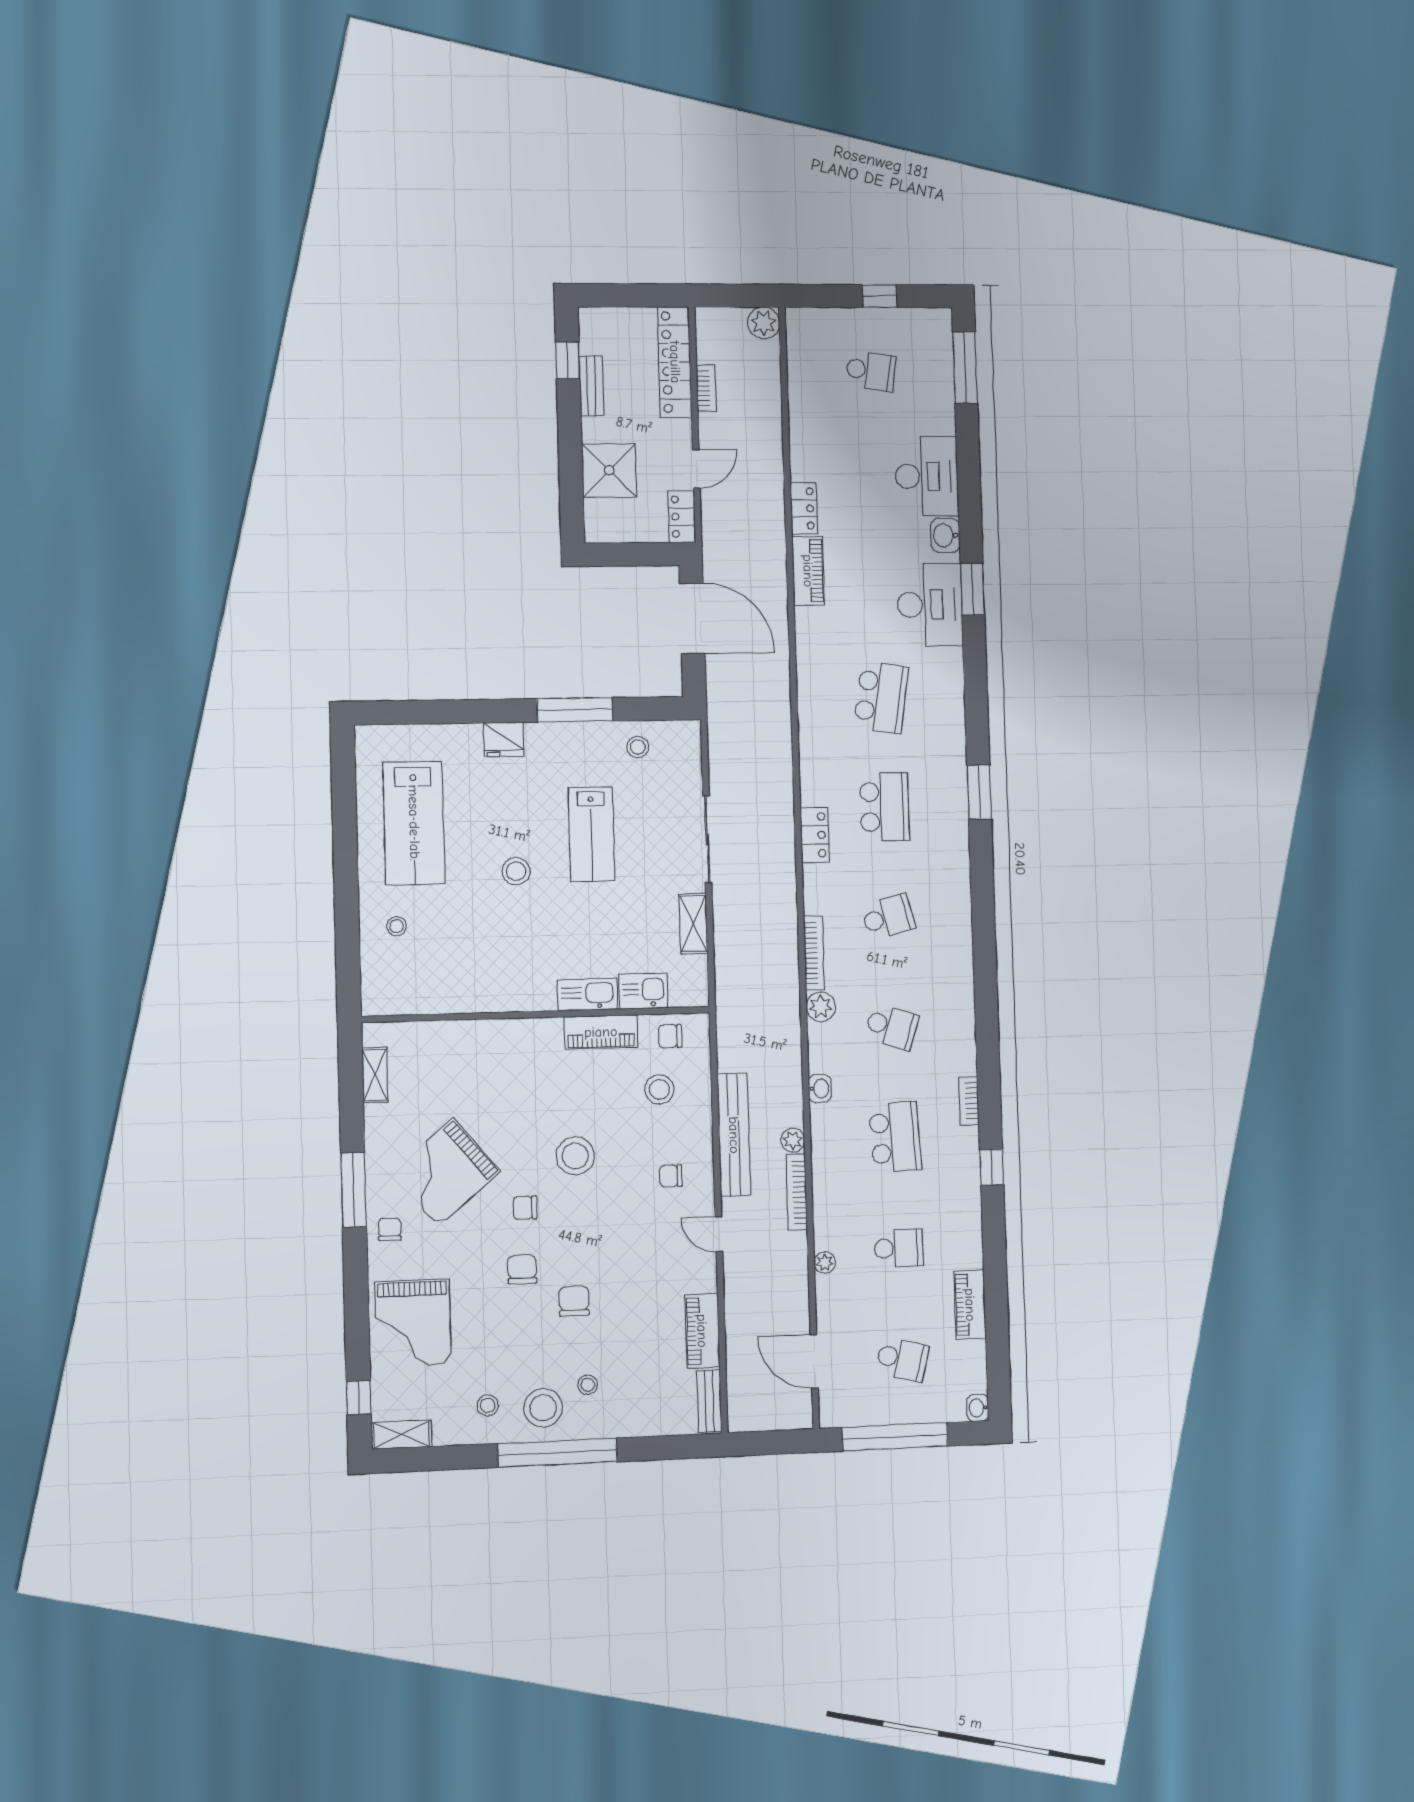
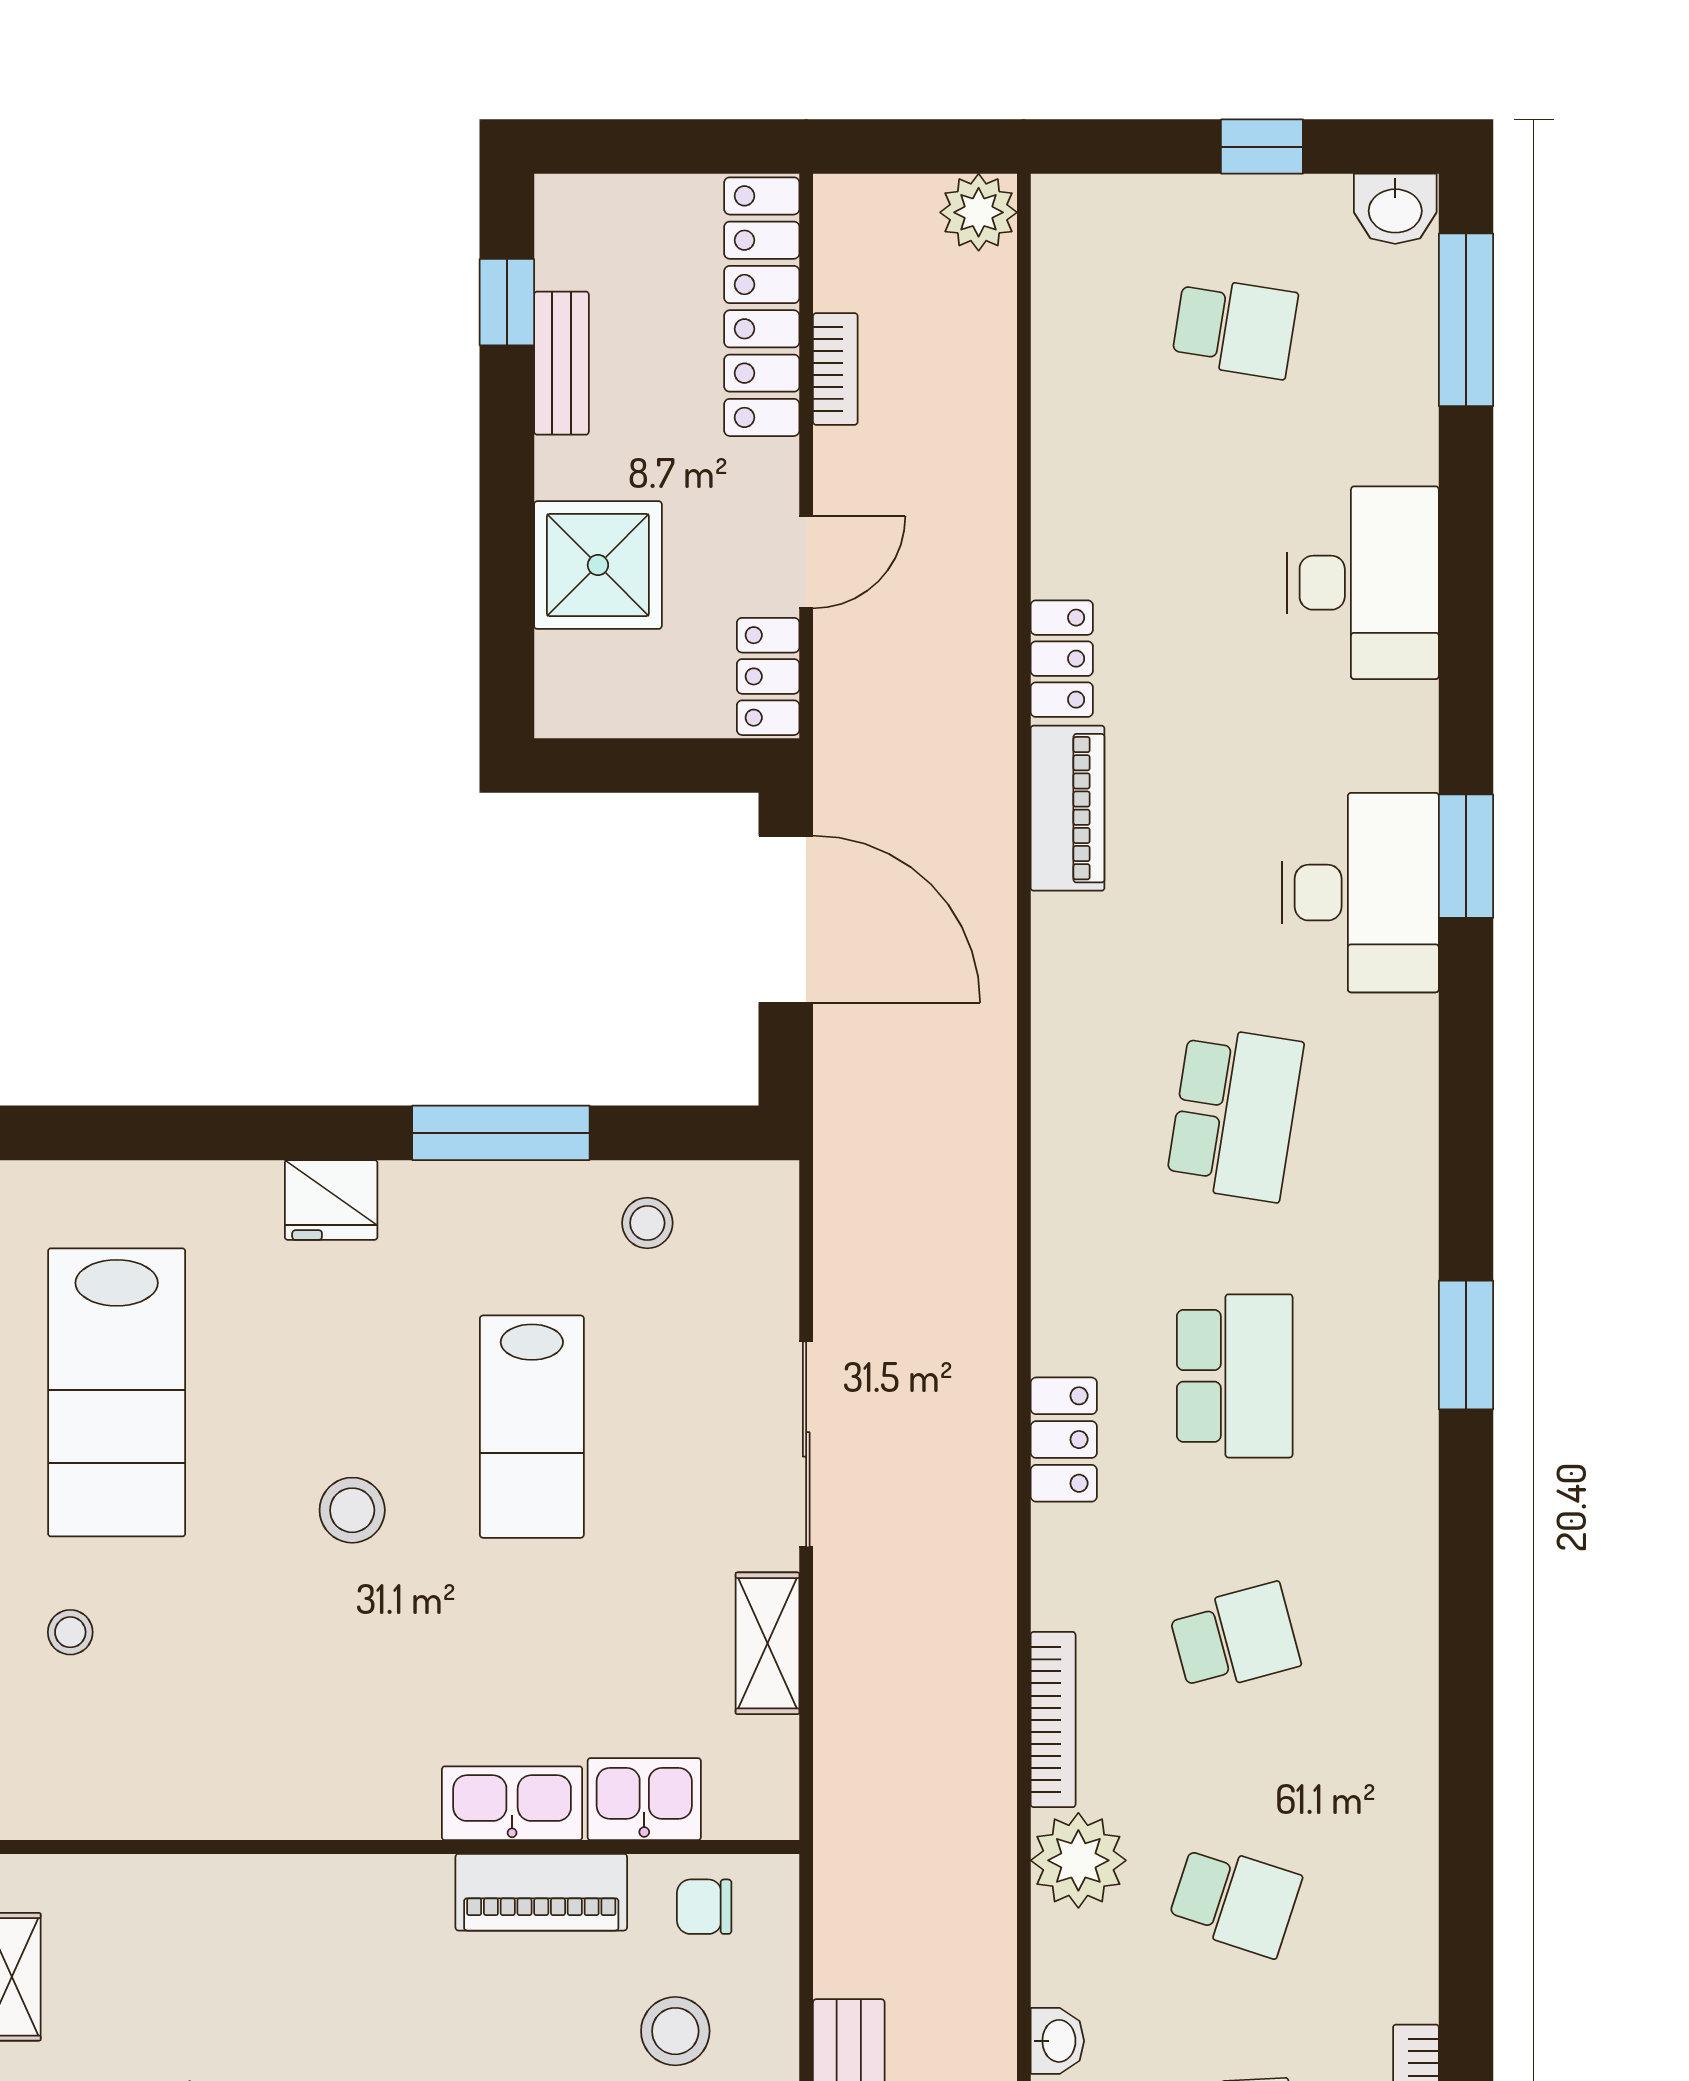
washbasin: (945, 535) -> (1395, 209), moved, turned -90
plant: (821, 1007) -> (1078, 1860), width x1.36, depth x1.36

